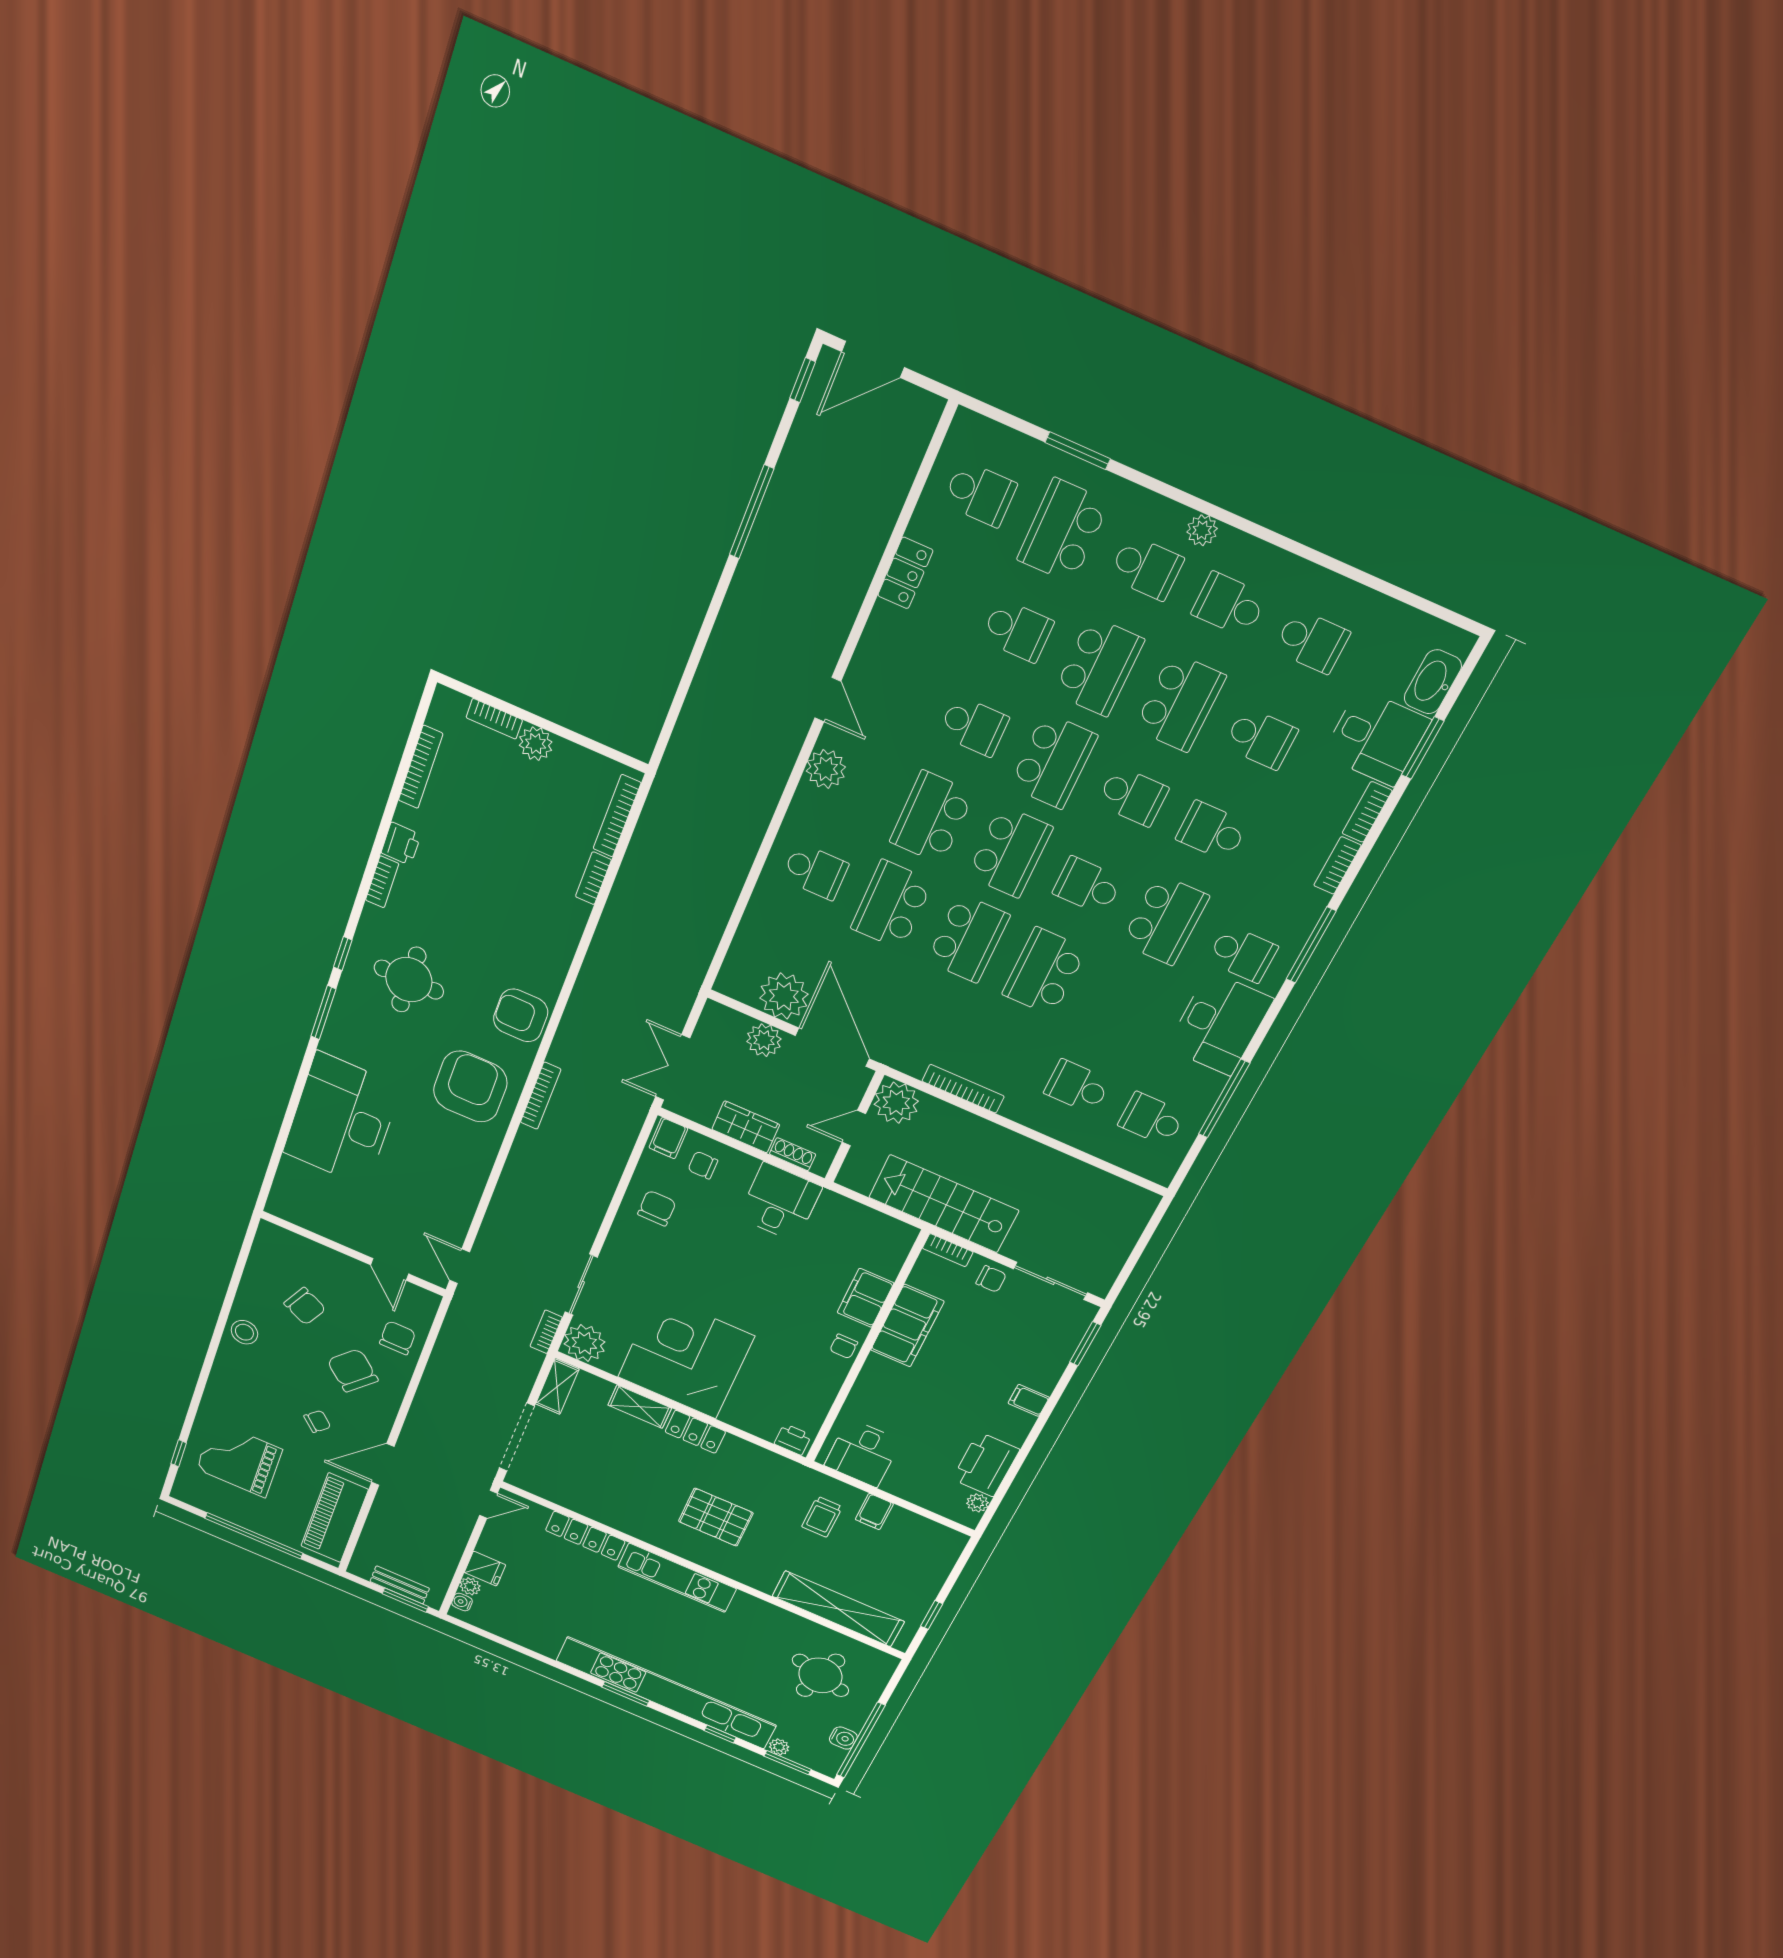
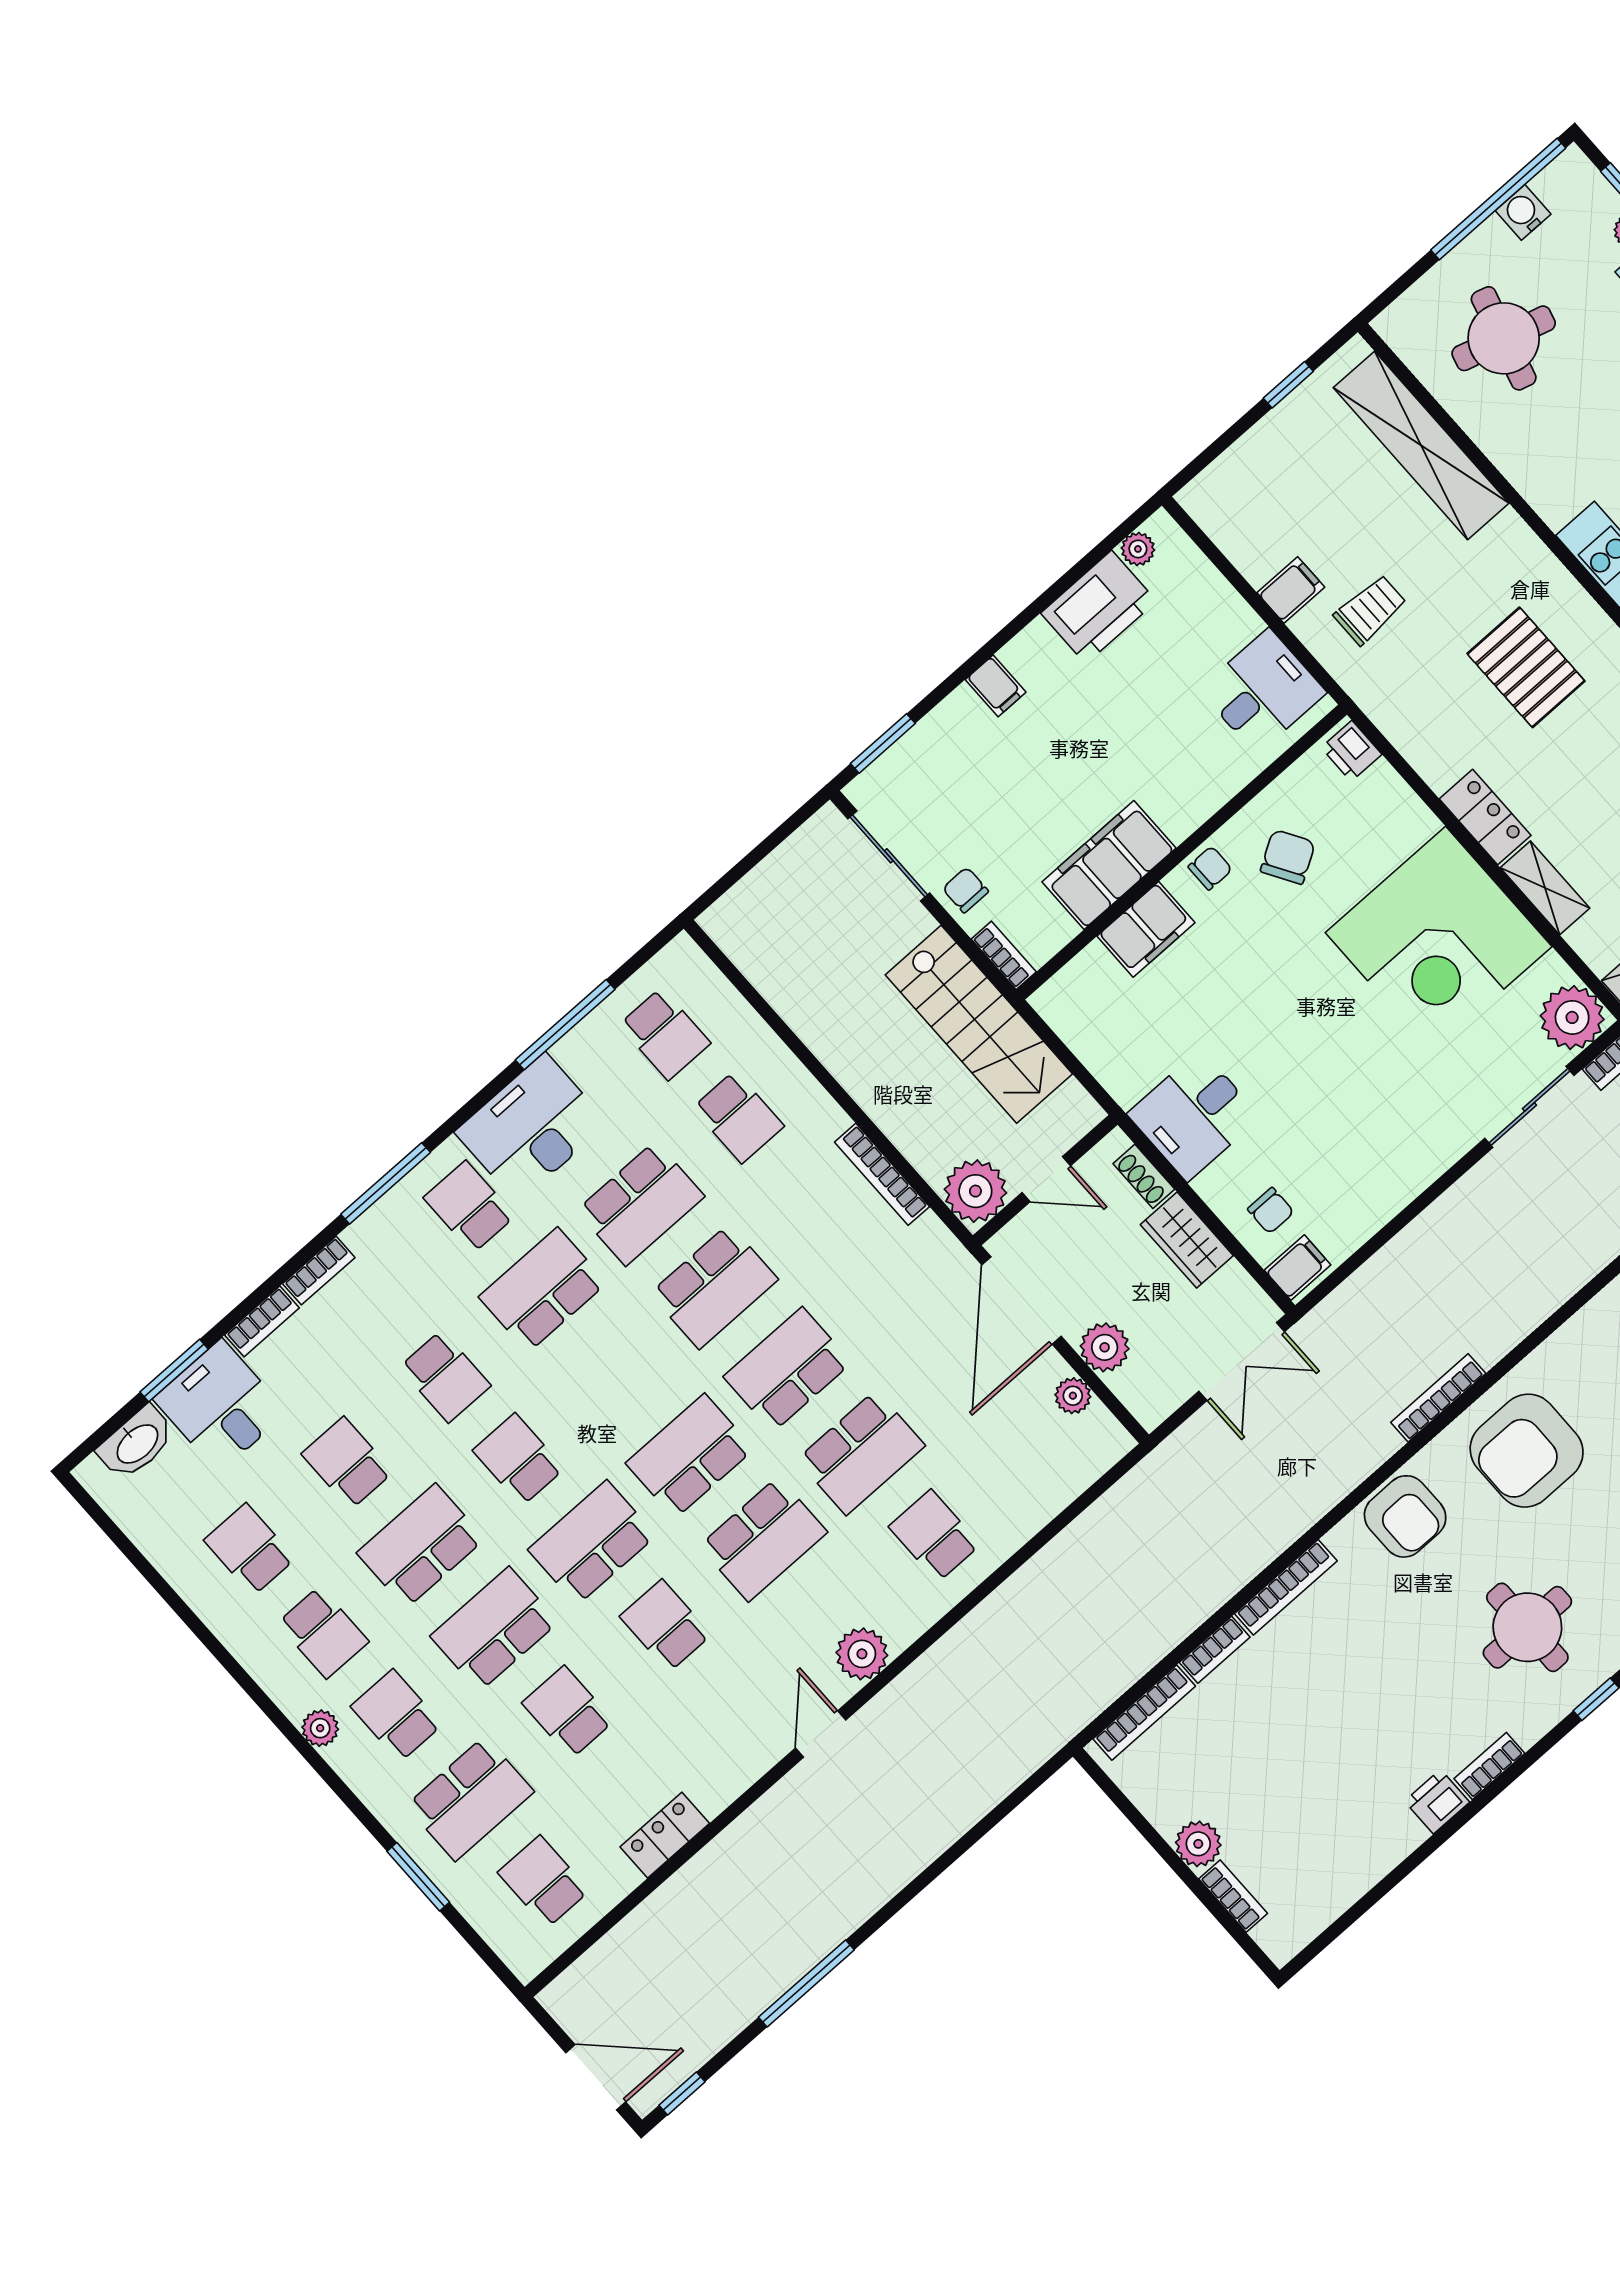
bookcase: (421, 767) -> (1286, 1587), moved, turned 180
school desk: (1087, 886) -> (641, 1203), moved, width x1.85
plant: (784, 996) -> (1073, 1396), width x0.53, depth x0.53
chair: (657, 1208) -> (1288, 857), moved, turned 149

